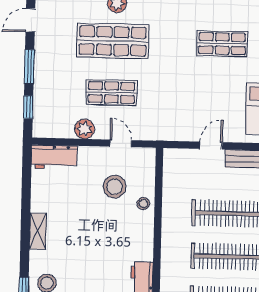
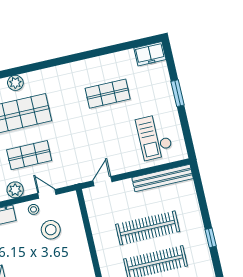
door: (211, 146) -> (102, 181), moved
stool: (143, 203) -> (33, 209), moved

